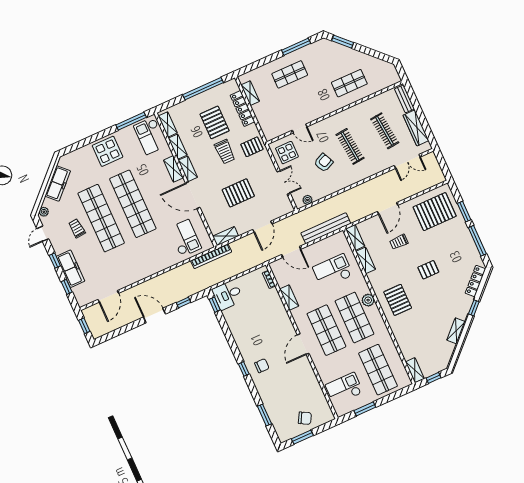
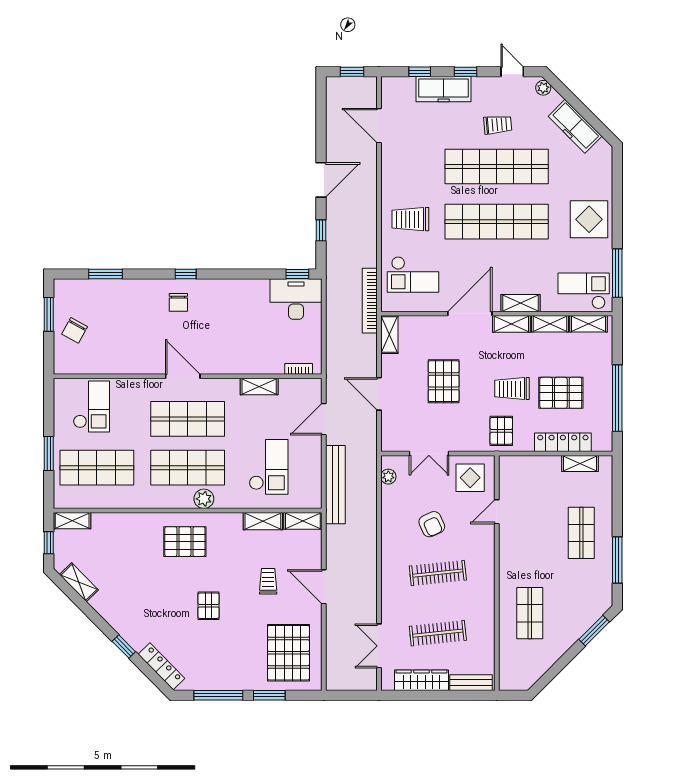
trolley: (154, 254) -> (410, 219), added
desk: (228, 295) -> (296, 299), width x1.37
shelving: (456, 331) -> (79, 582), moved
window: (365, 409) -> (49, 453), moved

